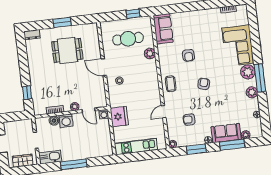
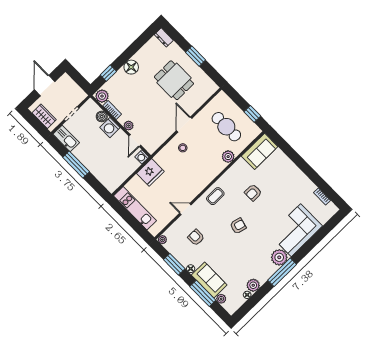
floor lamp: (35, 73) -> (131, 67), added
plant: (252, 92) -> (253, 285), moved
plant: (40, 109) -> (102, 96), added

